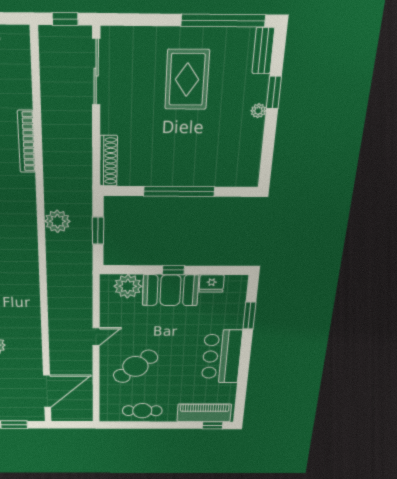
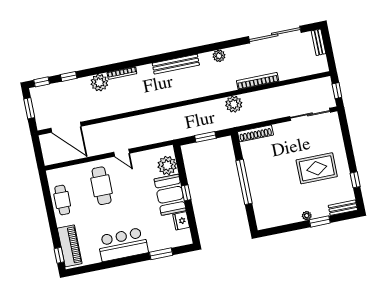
window: (223, 20) -> (355, 180), width x0.32
plant: (57, 221) -> (234, 104), moved
cafe table: (135, 366) -> (102, 186), turned 42

